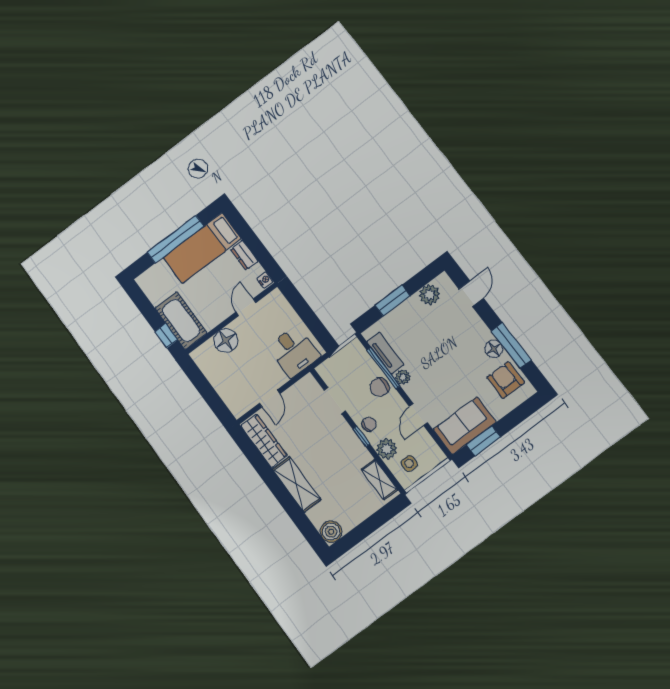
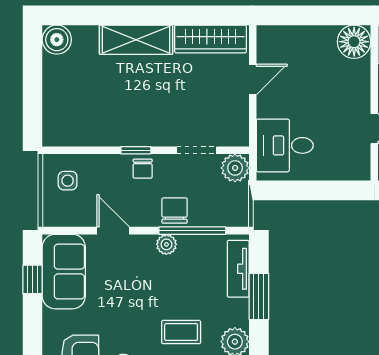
coffee table: (448, 330) -> (181, 332), added
floor lamp: (226, 340) -> (354, 42), moved
tv unit: (385, 353) -> (238, 269), moved, turned 90
door: (270, 399) -> (253, 80), swing flipped
window: (483, 441) -> (32, 279), width x0.67
plant: (387, 449) -> (235, 168), moved
shelving: (379, 479) -> (74, 135), removed

